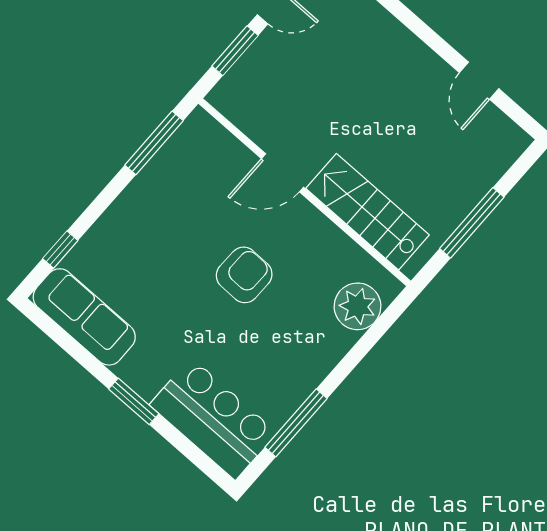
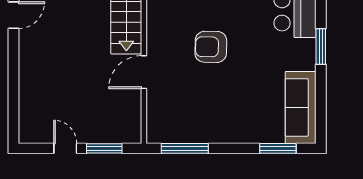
door: (282, 173) -> (144, 72), swing flipped
window: (60, 250) -> (278, 148), width x1.50

